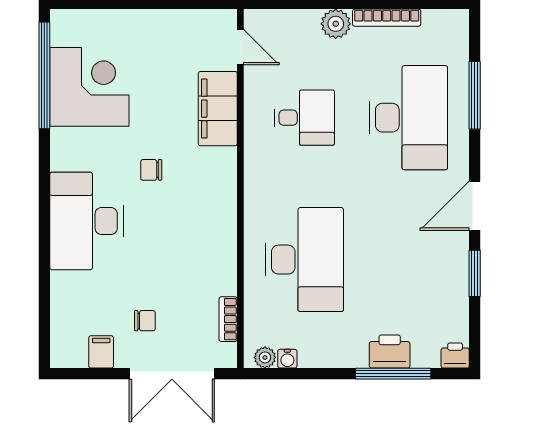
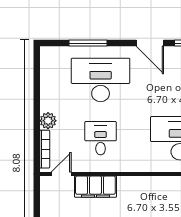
bookcase: (387, 18) -> (45, 149), moved

